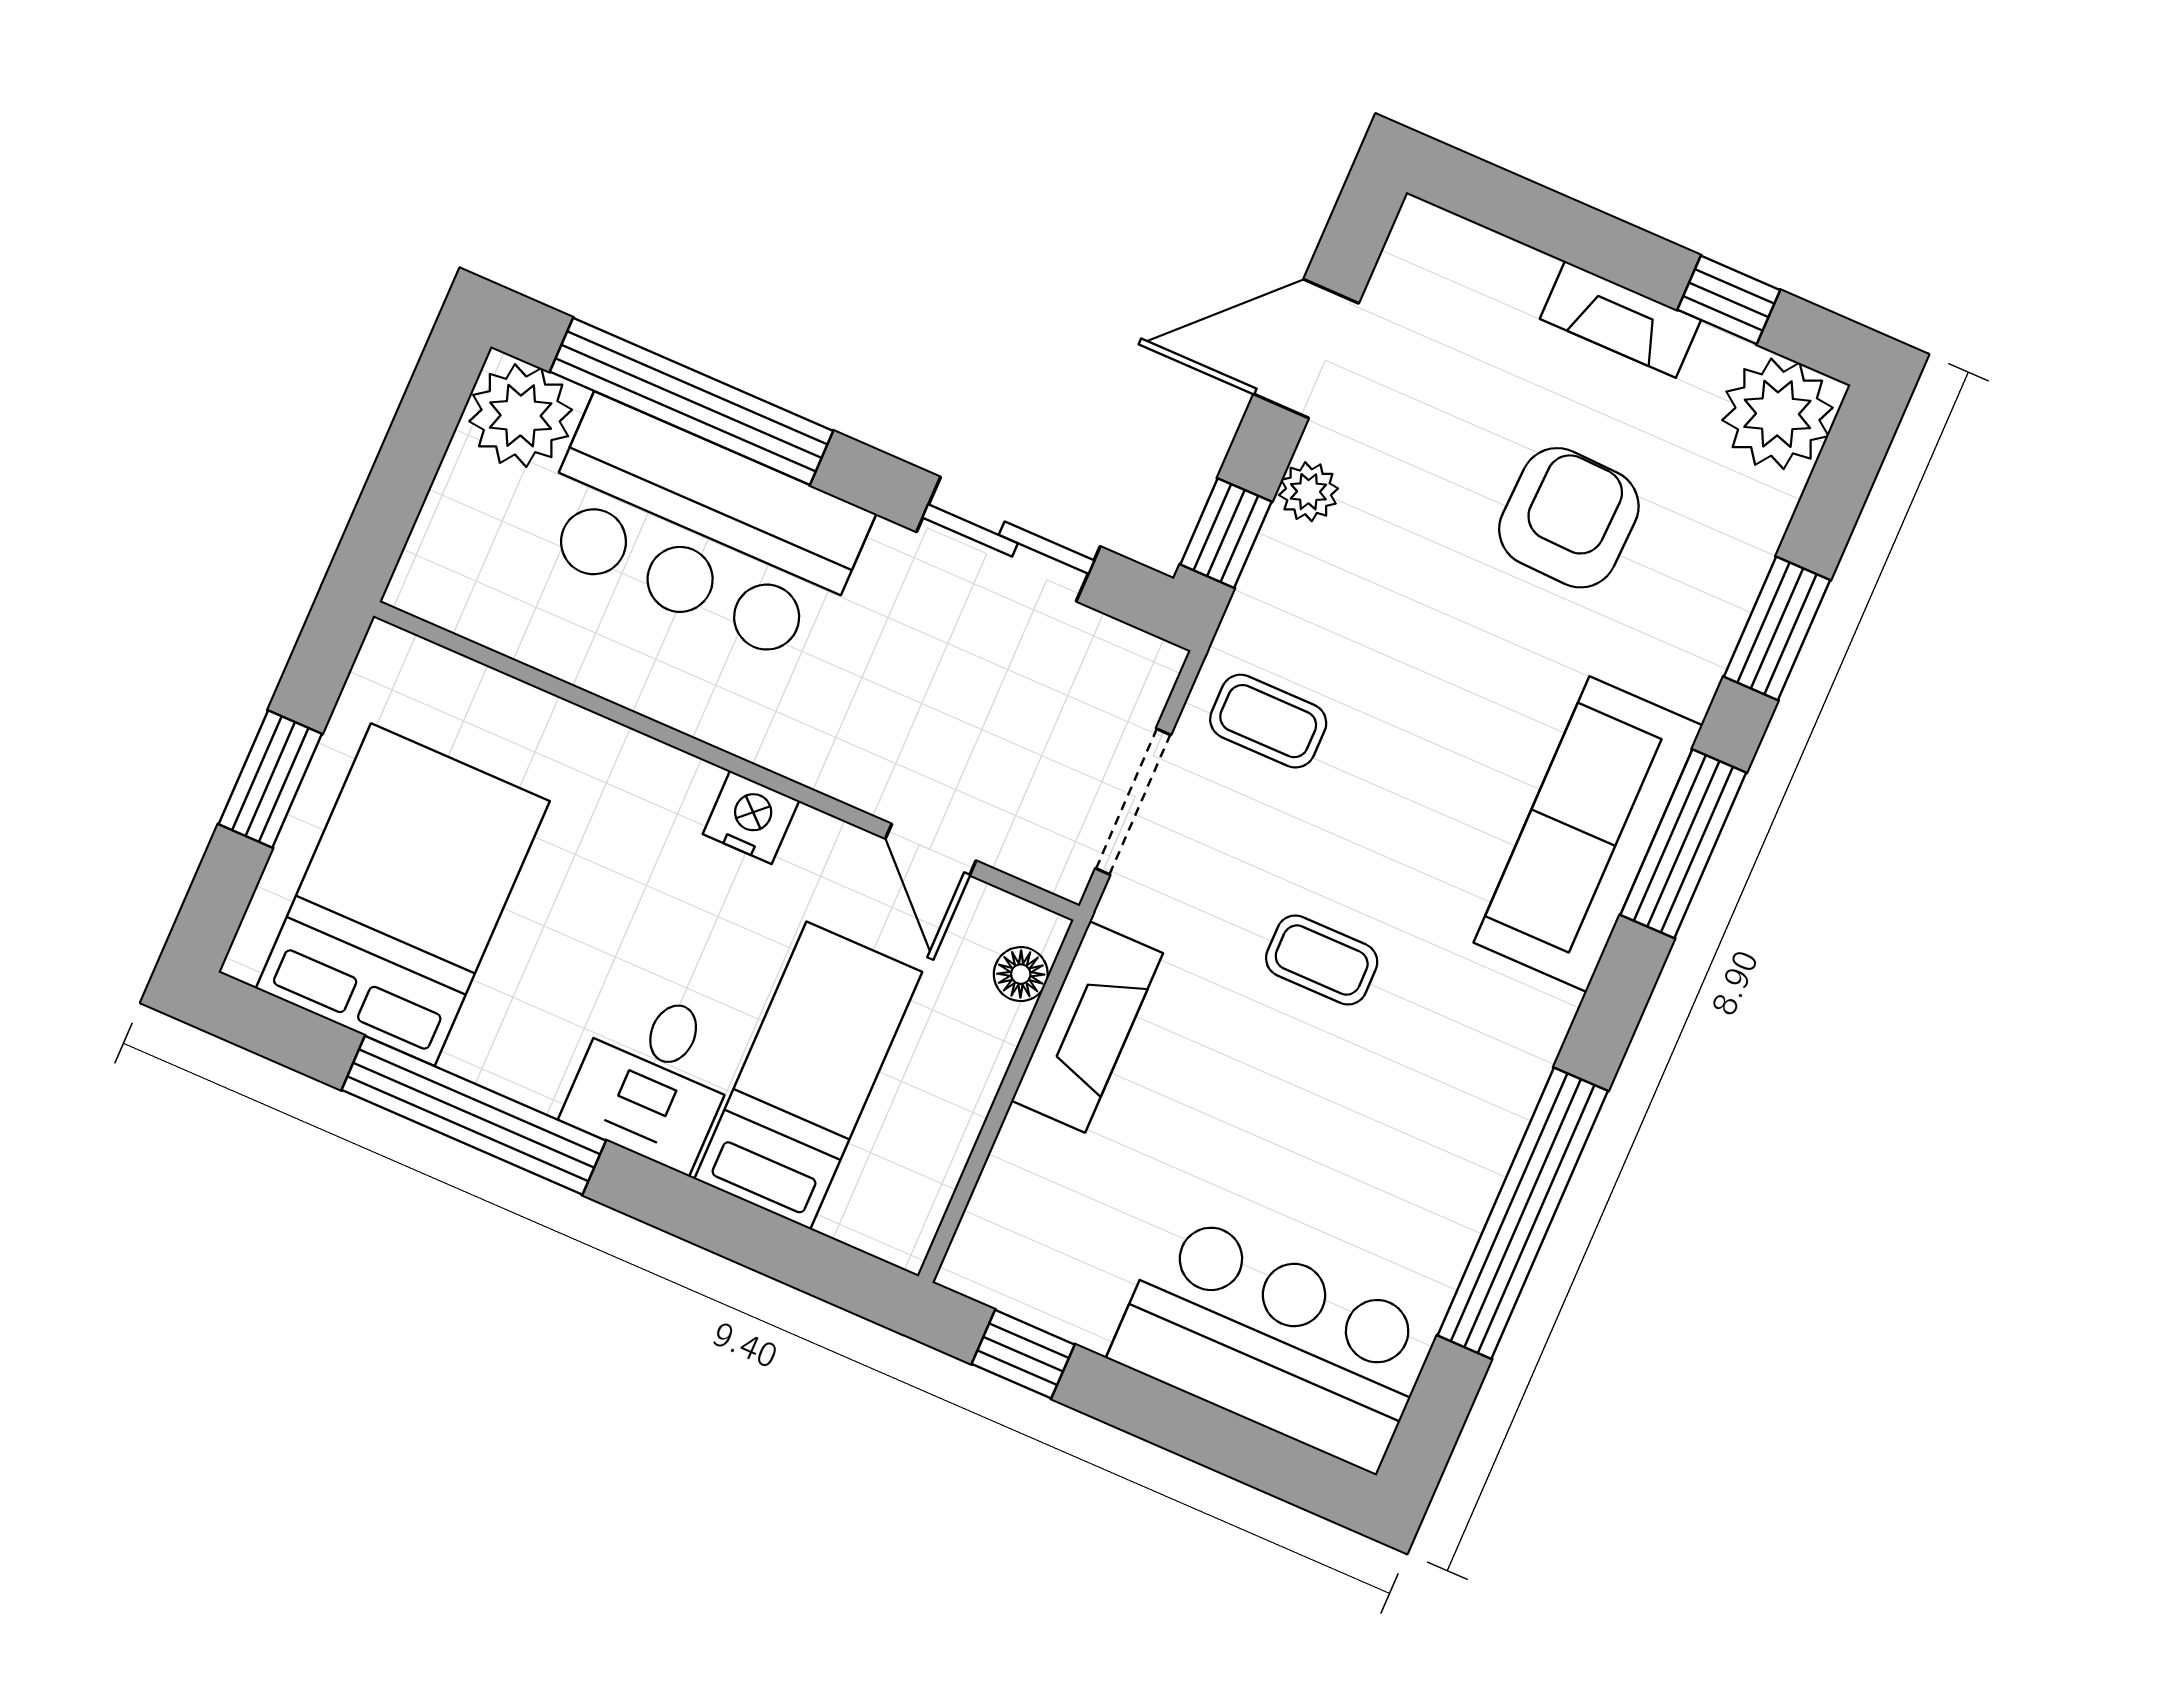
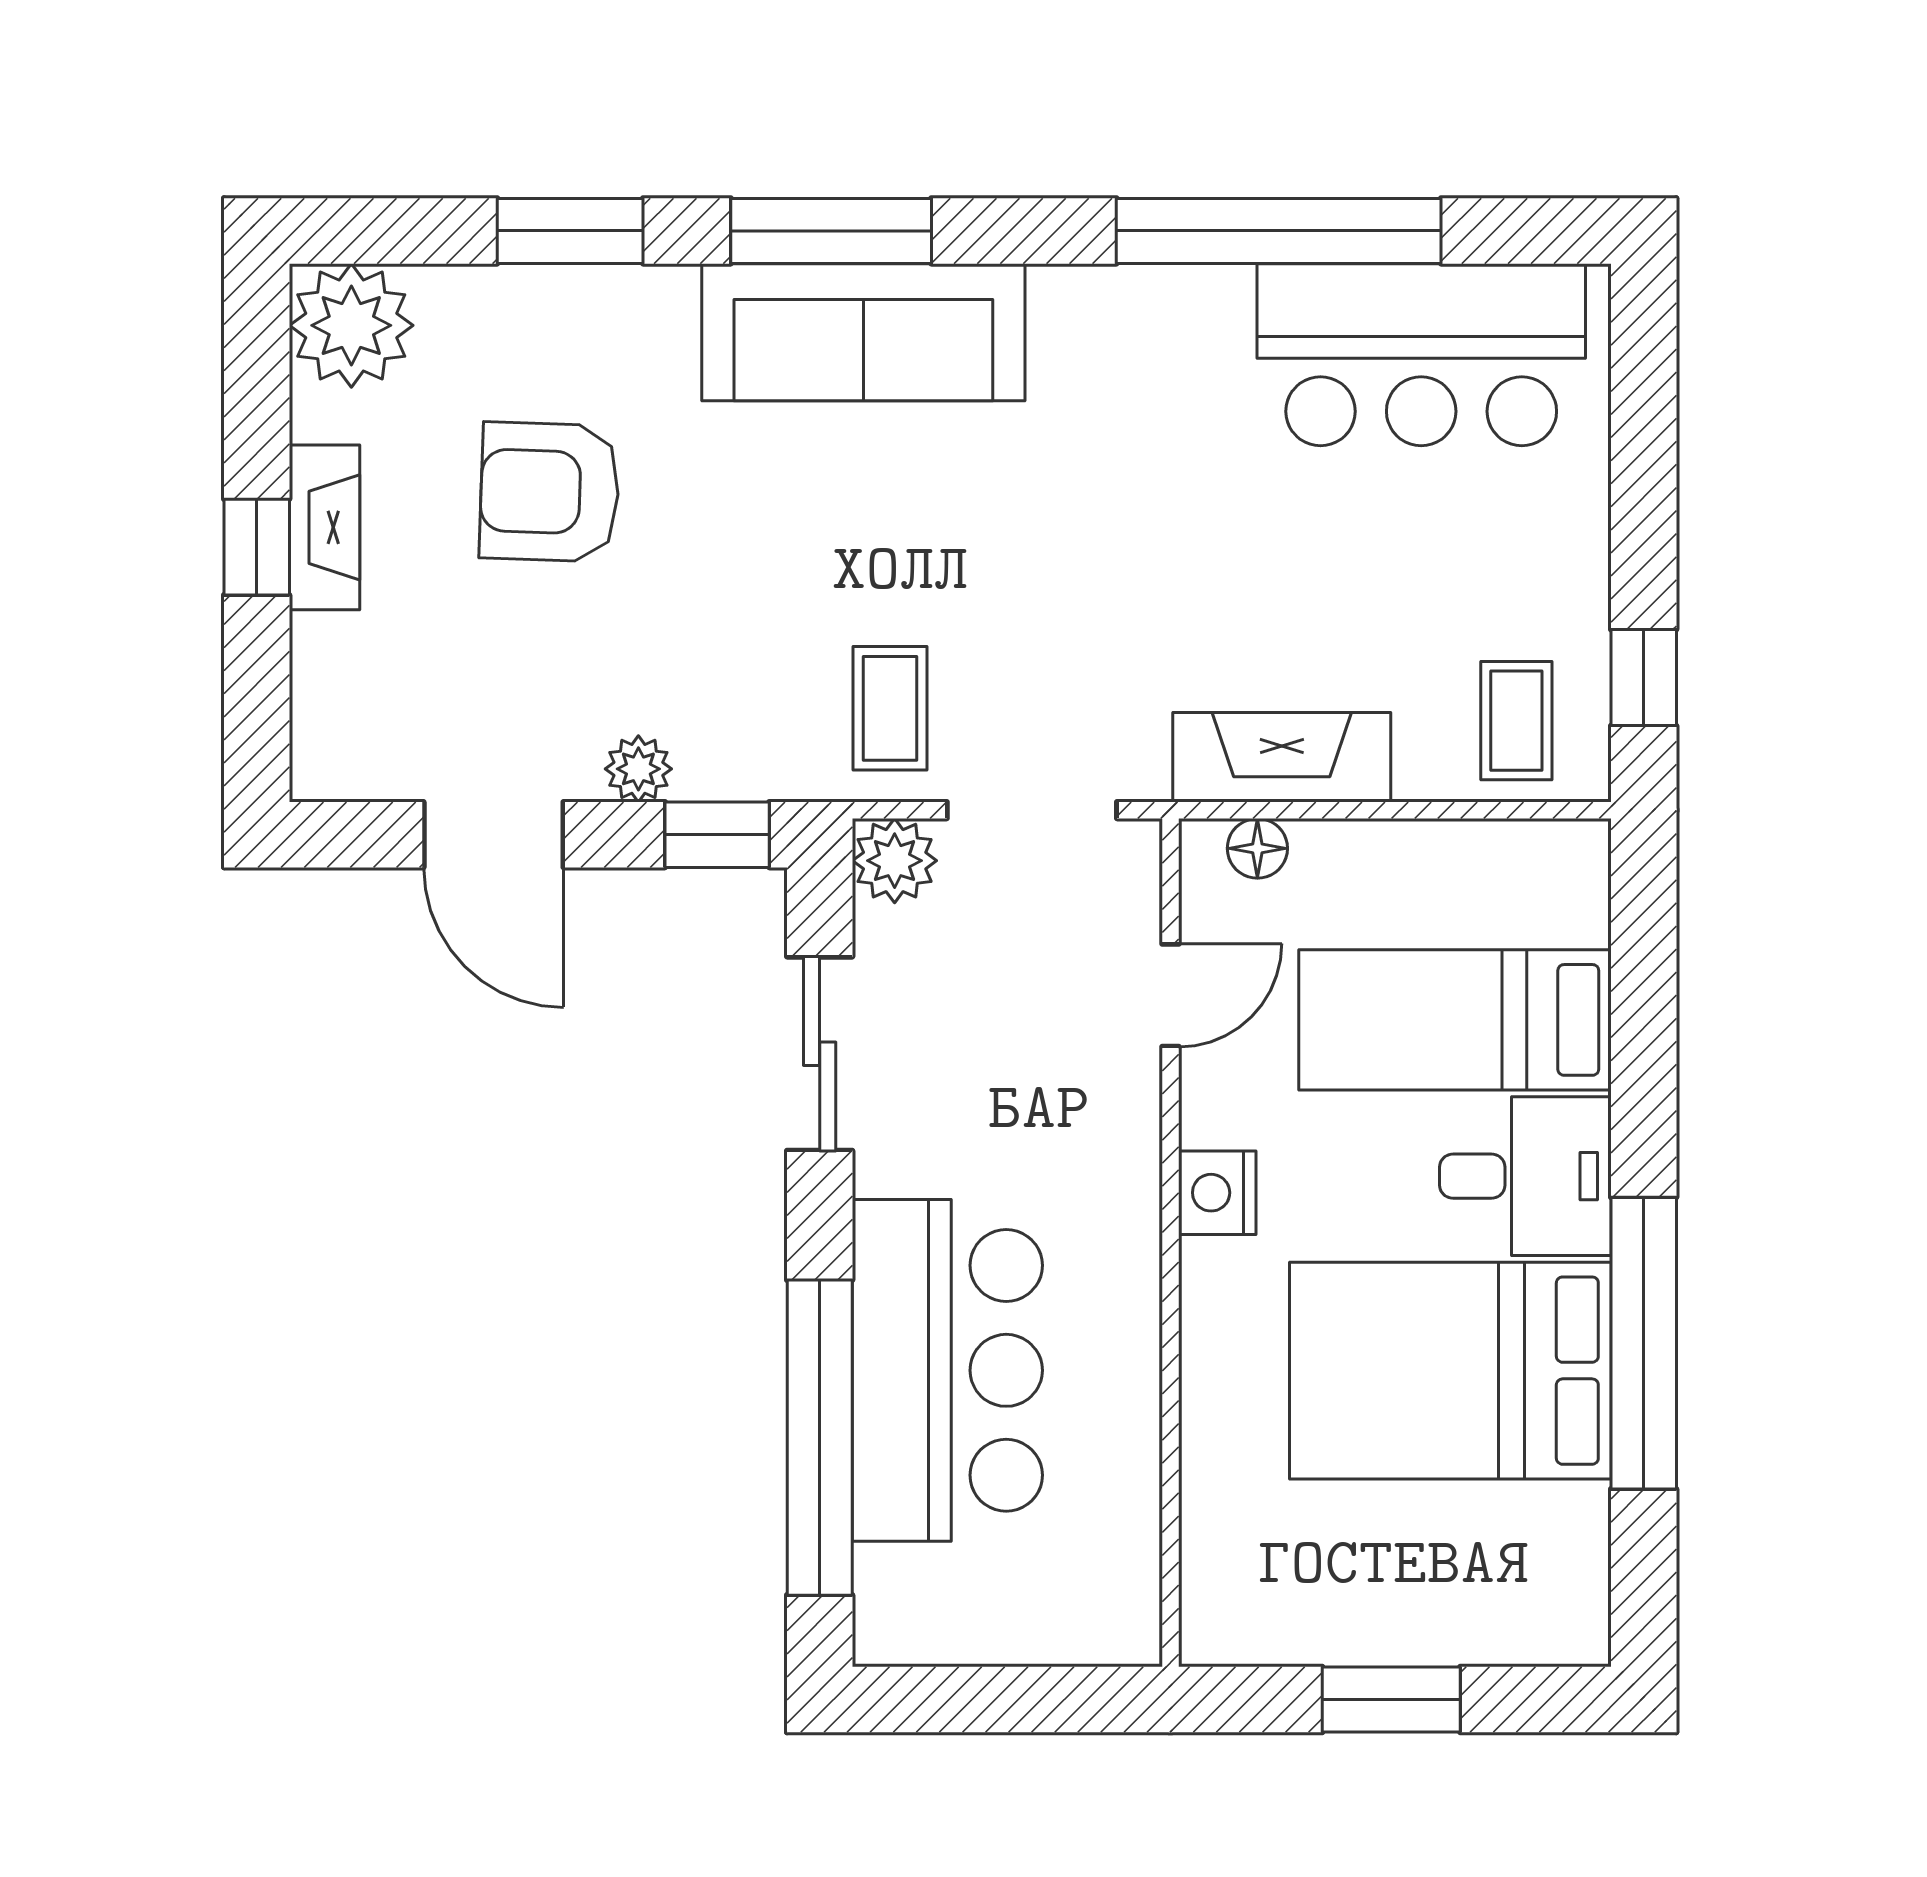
window: (1729, 300) -> (257, 547), moved
plant: (521, 416) -> (895, 861), moved, width x0.73, depth x0.73
bed: (403, 895) -> (1450, 1371), moved
coffee table: (1322, 960) -> (1516, 721), moved
bar counter: (1274, 1342) -> (1421, 355), moved, turned -90

